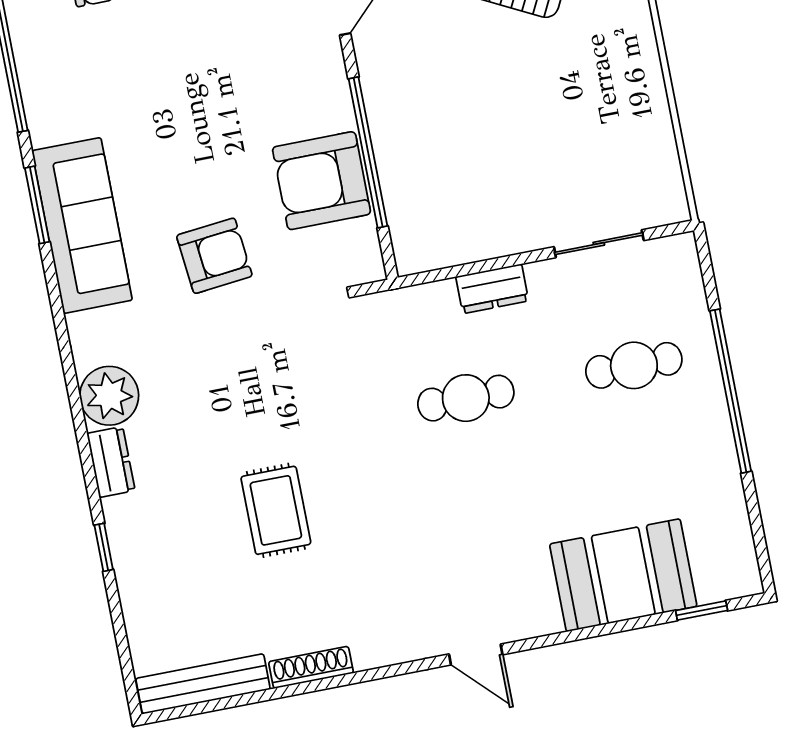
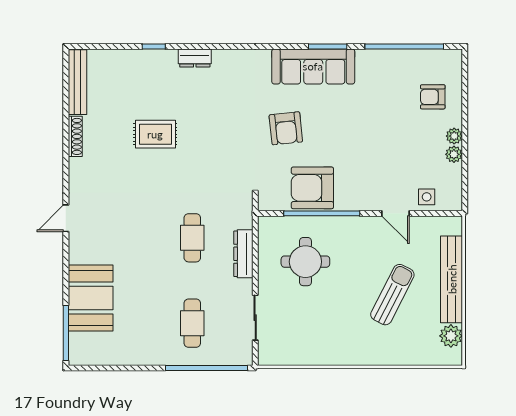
round table: (469, 166) -> (305, 262), added
armchair: (321, 181) -> (312, 188), turned -90
dresser: (492, 289) -> (243, 254), width x1.44
window: (731, 391) -> (206, 368), moved
plant: (109, 396) -> (227, 64), removed
window: (702, 611) -> (66, 333), width x2.17

